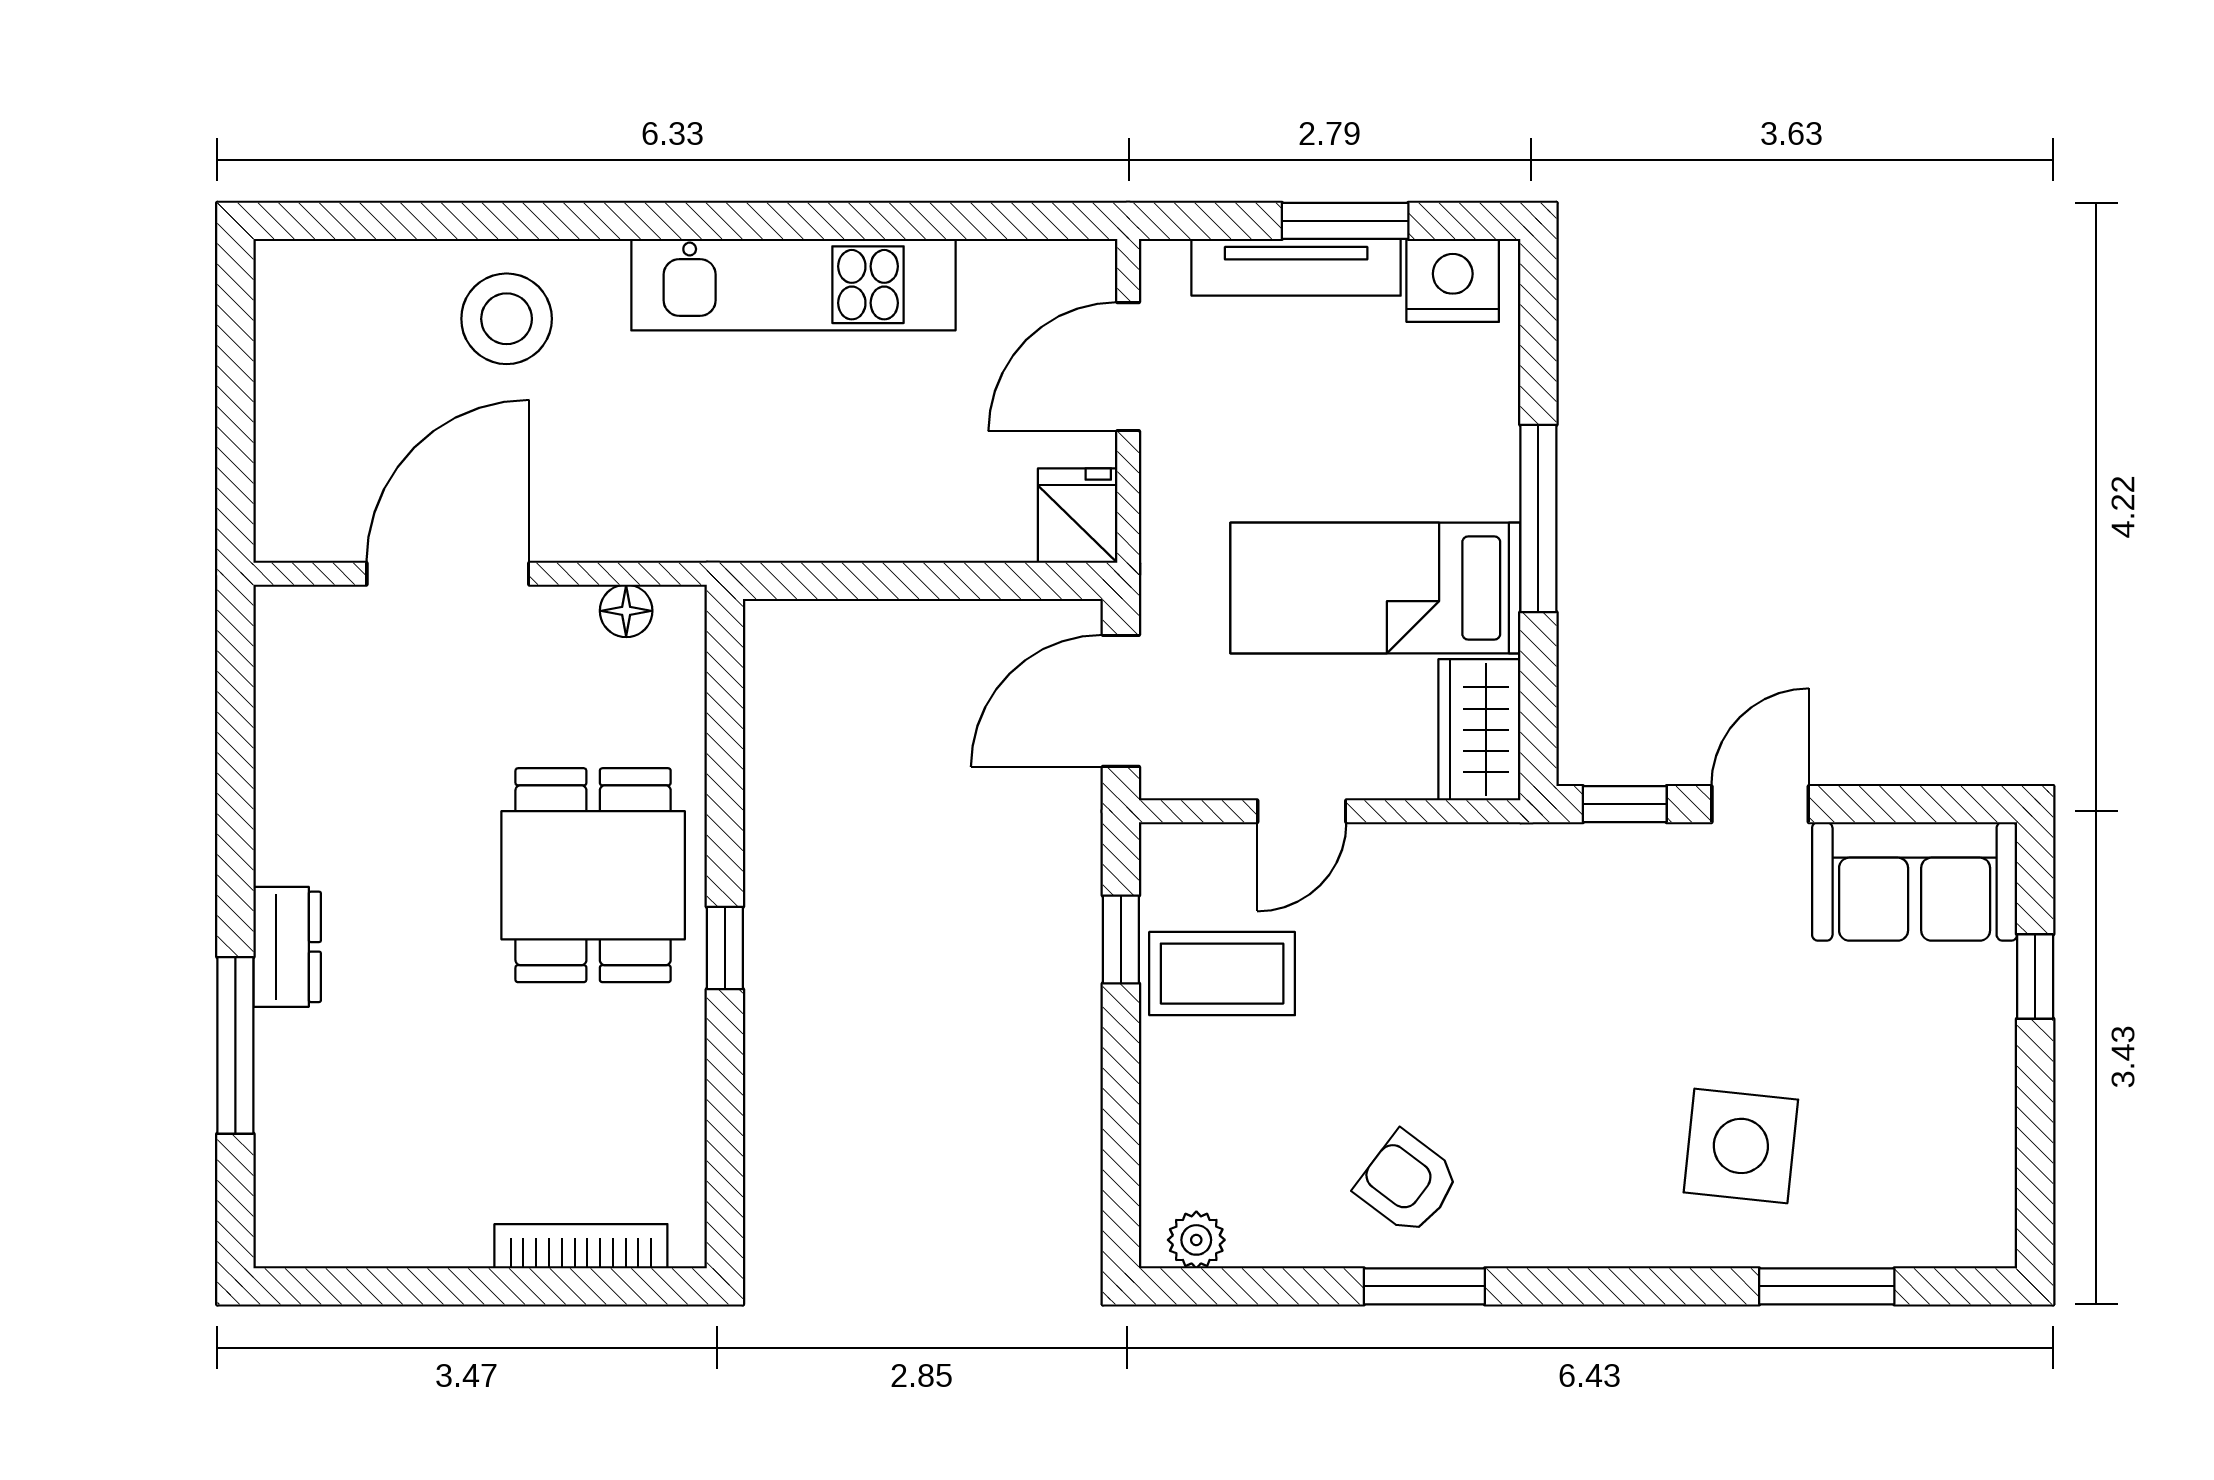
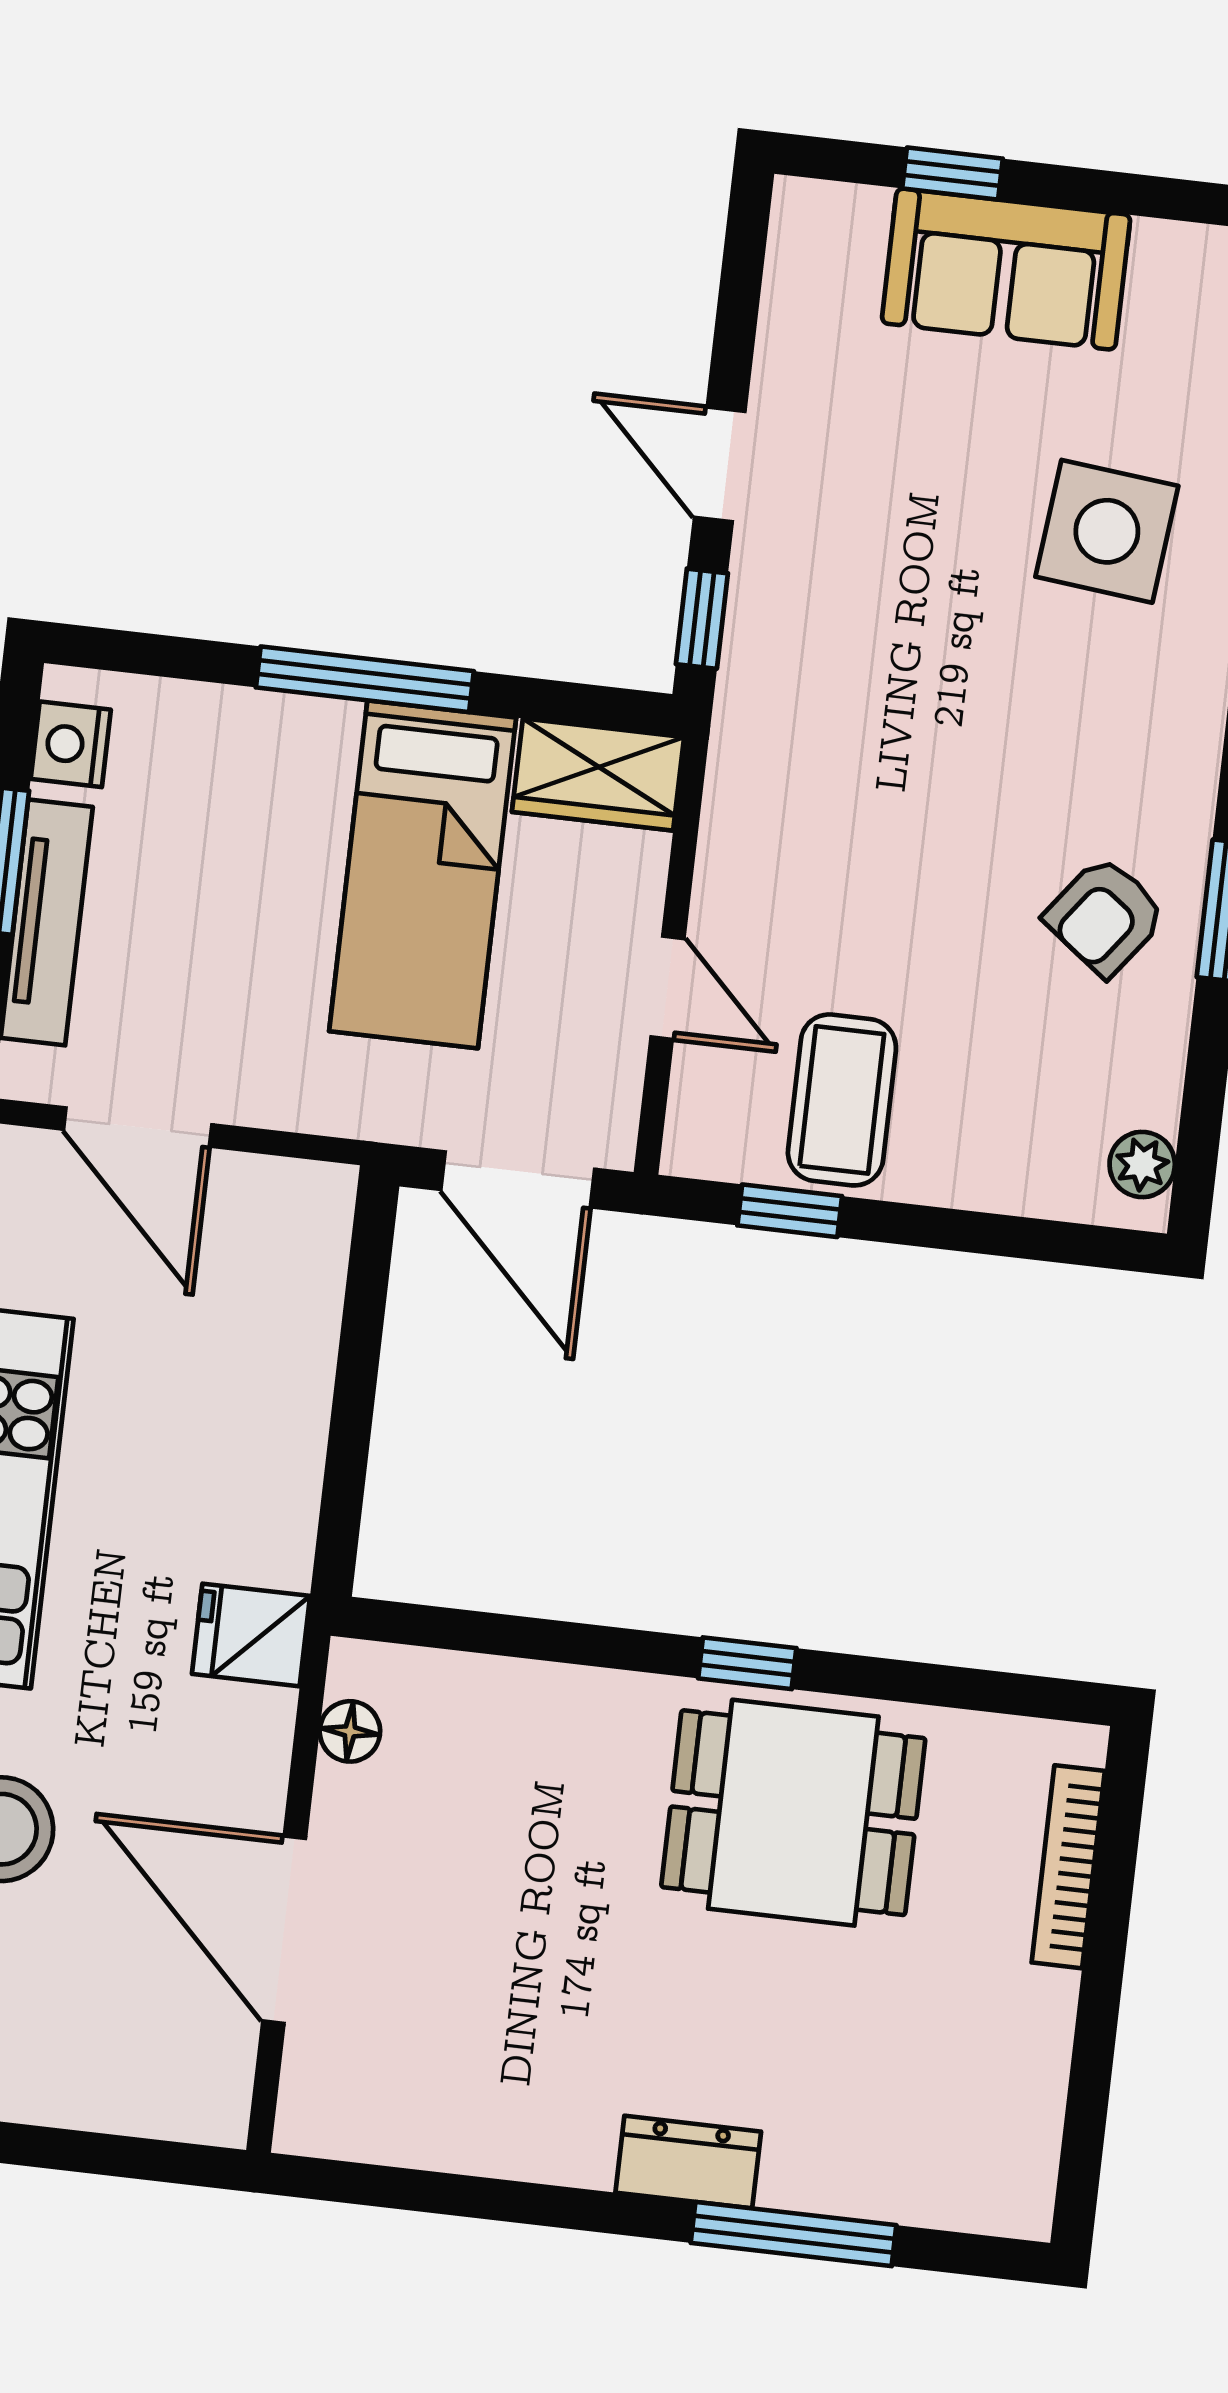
nightstand: (1453, 280) -> (71, 744), width x0.74, depth x0.75
fridge: (1078, 516) -> (251, 1635), moved
dining table: (593, 875) -> (793, 1813), moved
sofa: (1915, 881) -> (1006, 269), moved, turned 90

